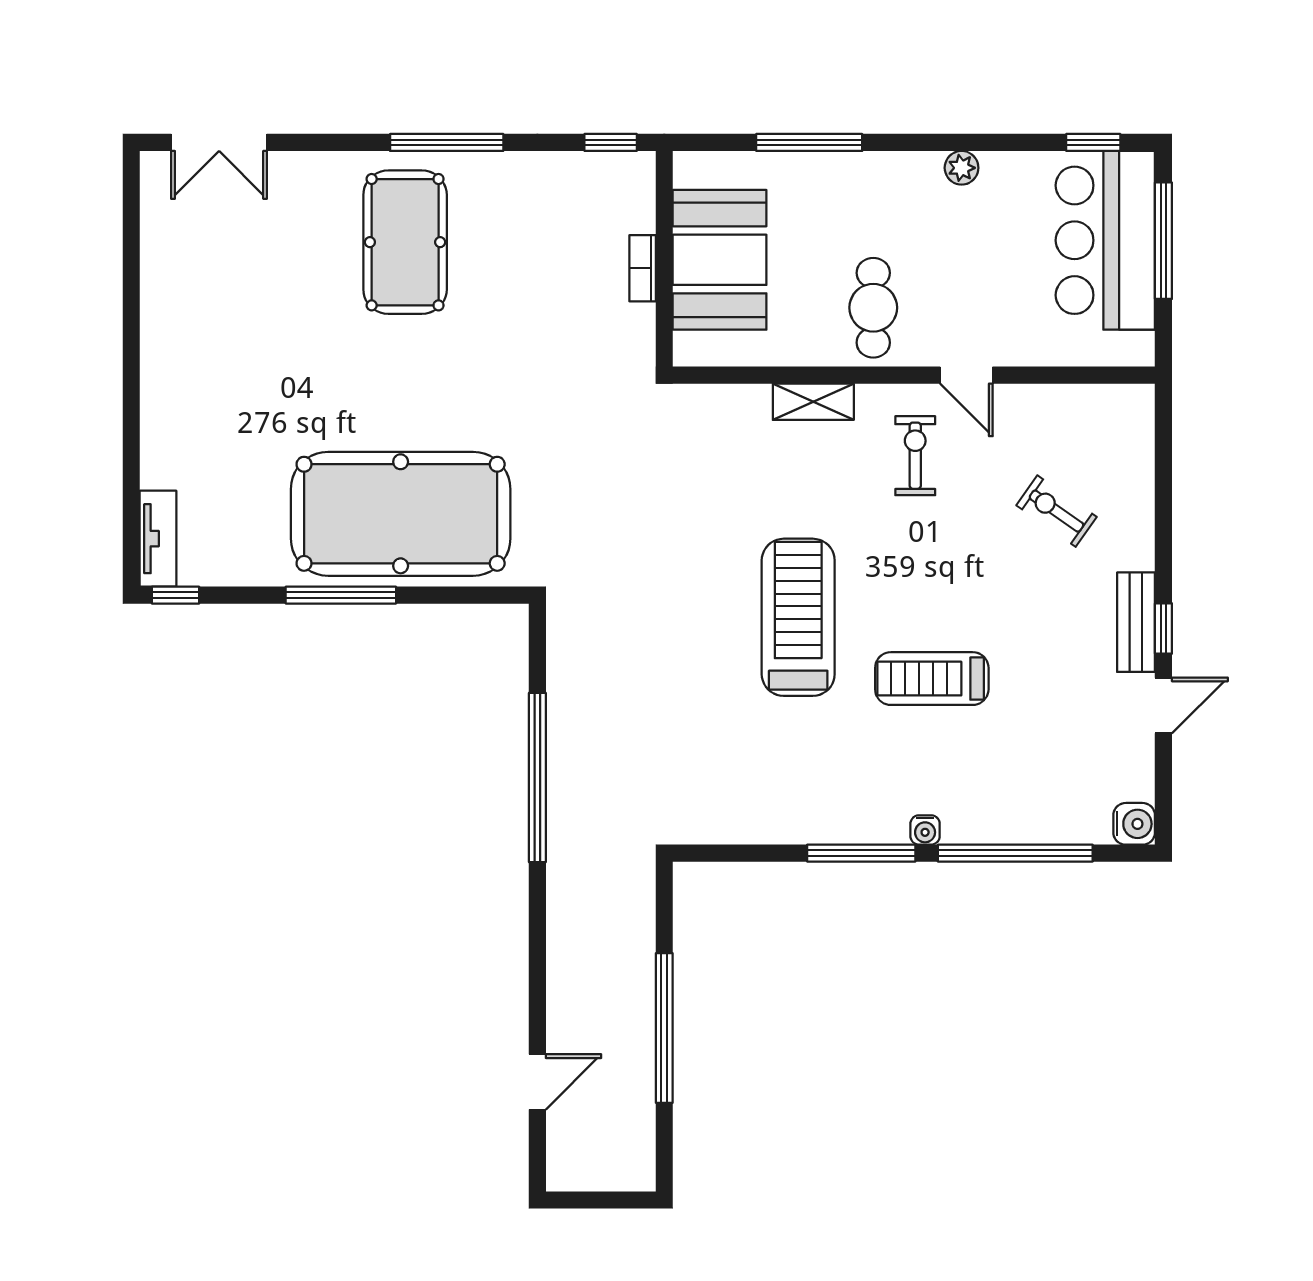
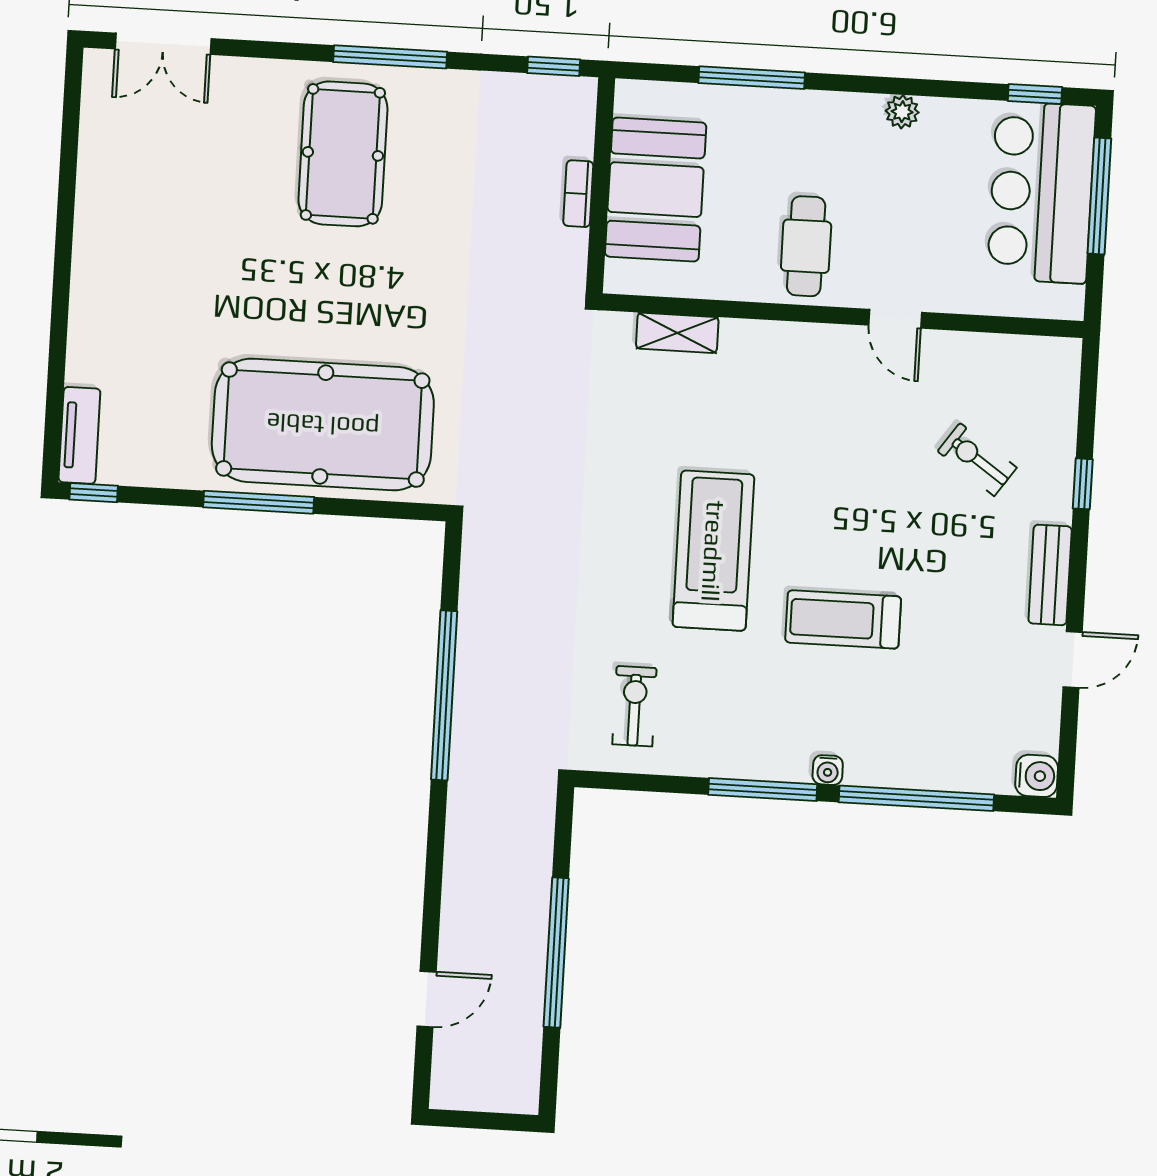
shelving: (813, 402) -> (677, 333), moved
exercise bike: (915, 456) -> (634, 706), moved
window: (1163, 628) -> (1083, 484), moved

